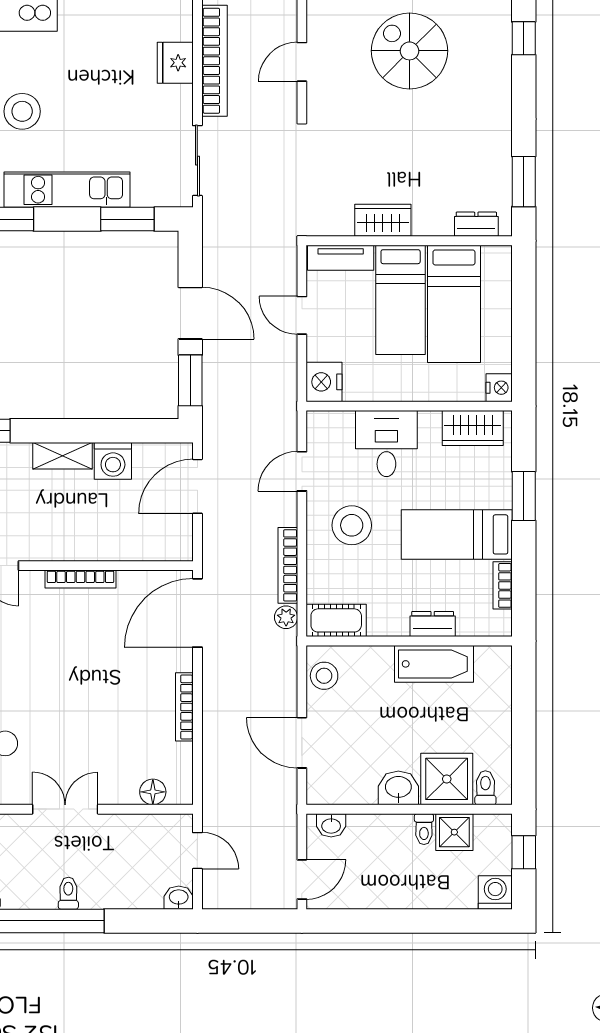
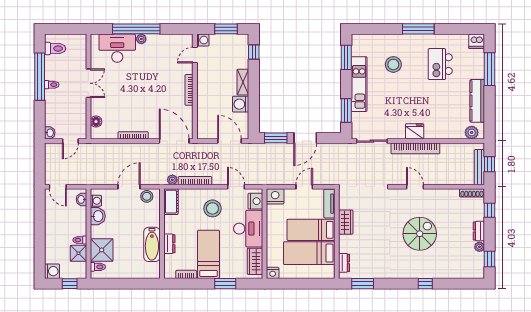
nightstand: (335, 427) -> (255, 201), added
desk: (386, 444) -> (248, 229), width x1.37
door: (302, 743) -> (129, 187), moved
washbasin: (398, 788) -> (98, 216), moved
washing machine: (334, 792) -> (96, 201), added

